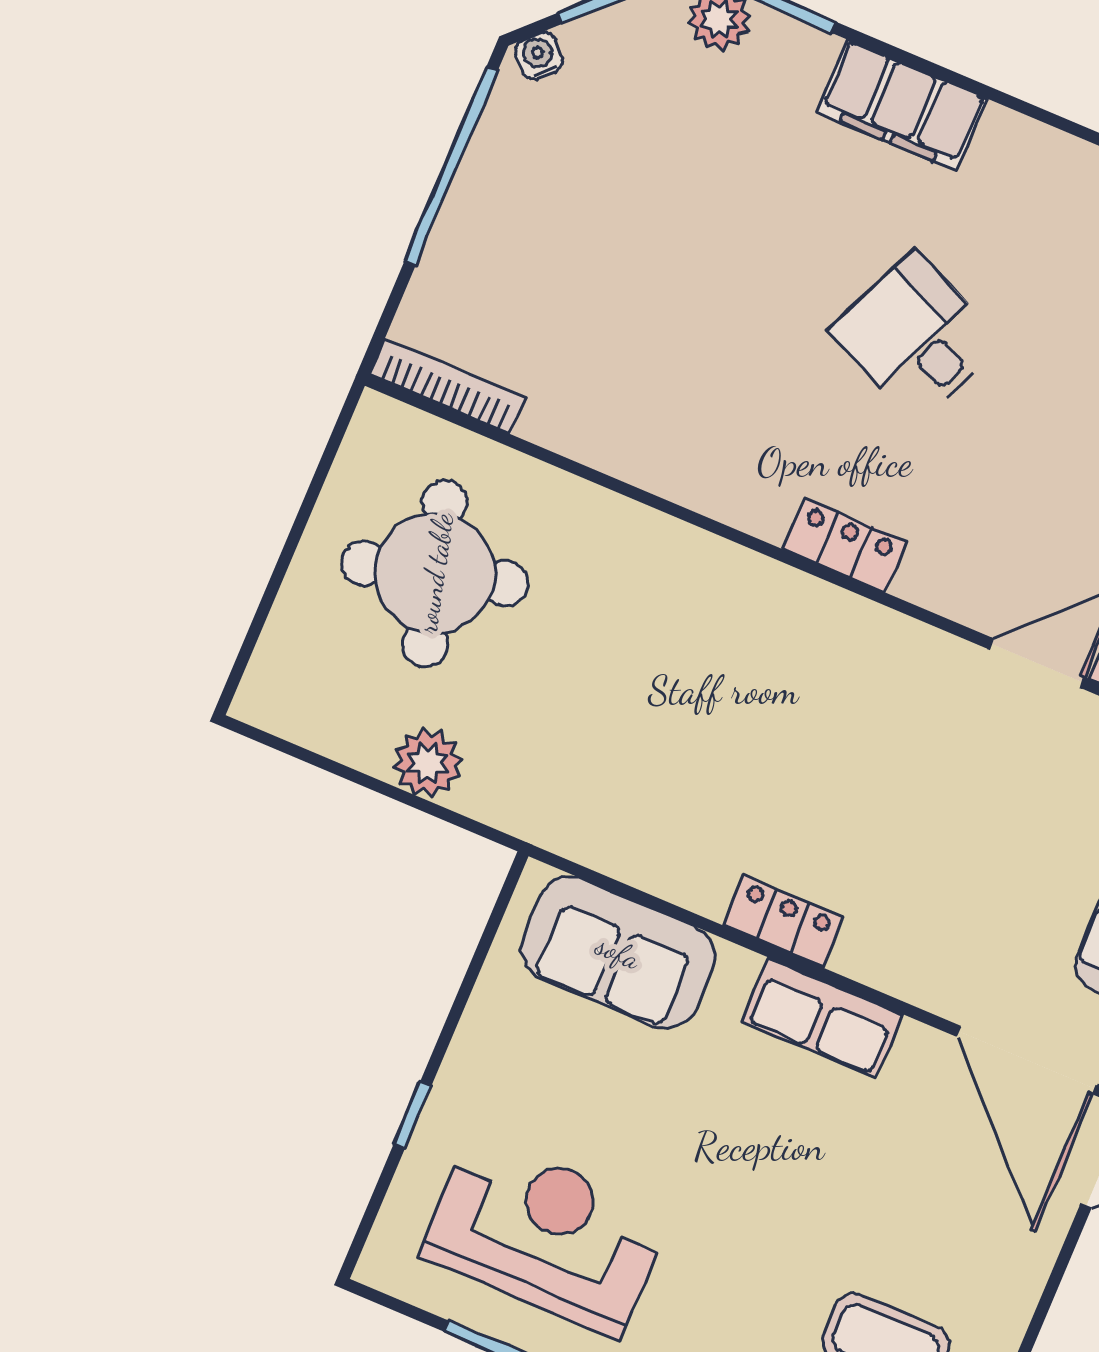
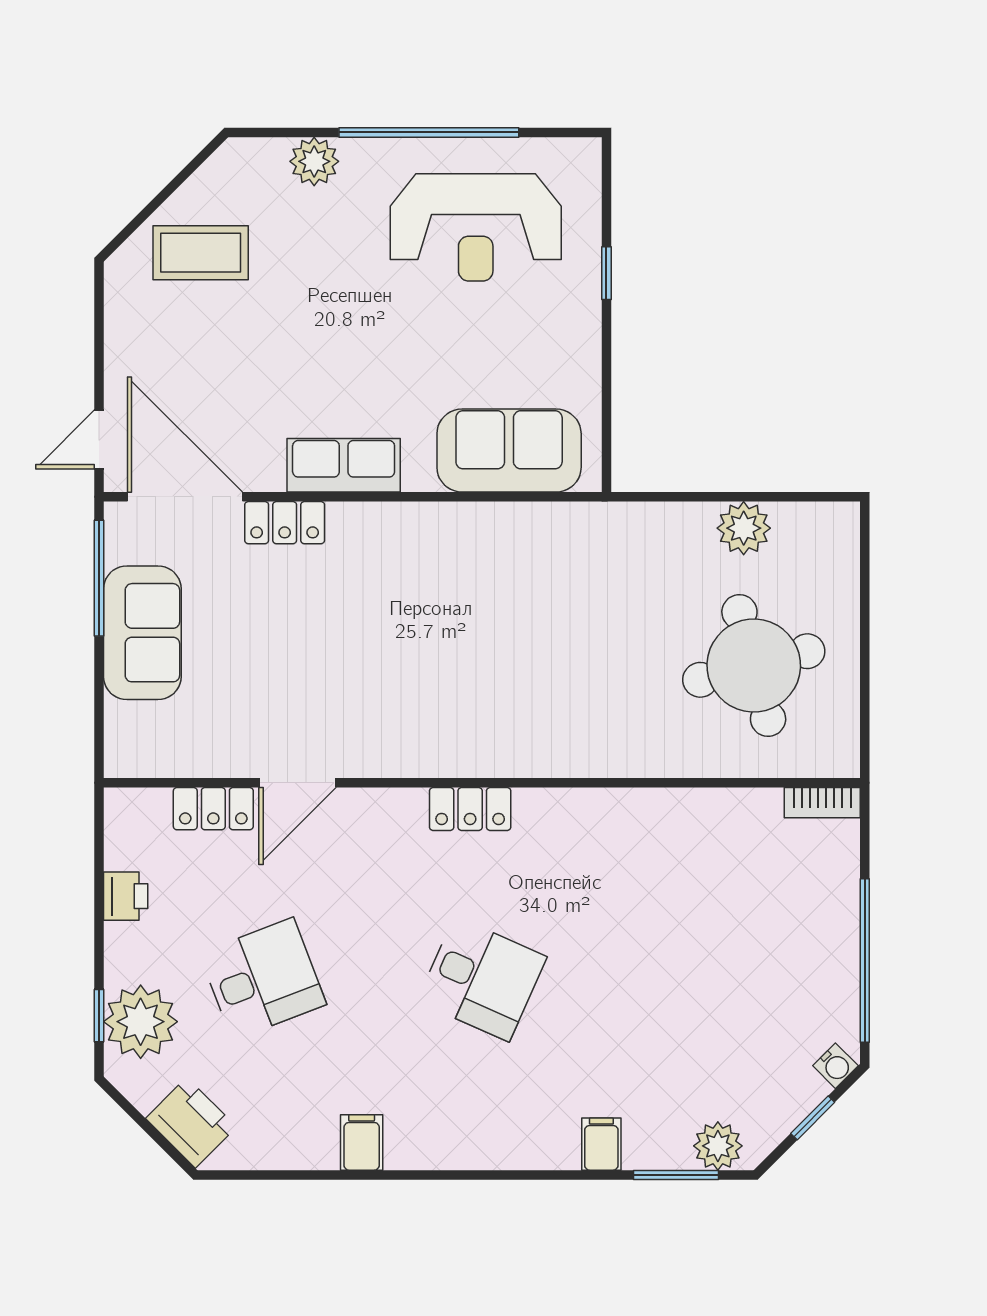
filing cabinet: (901, 105) -> (601, 1144), width x0.33, depth x0.86
bookcase: (448, 386) -> (822, 803), width x0.64
plant: (428, 763) -> (744, 528), moved
locker: (783, 921) -> (285, 523), moved

